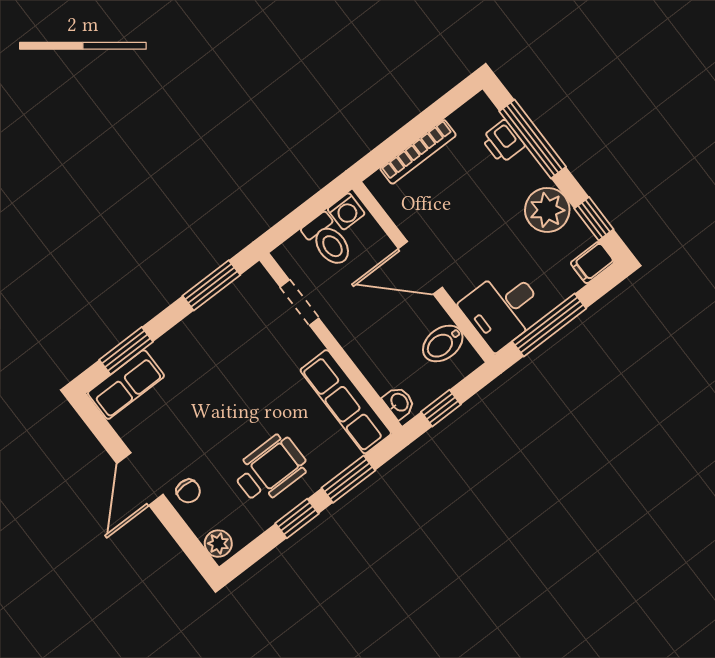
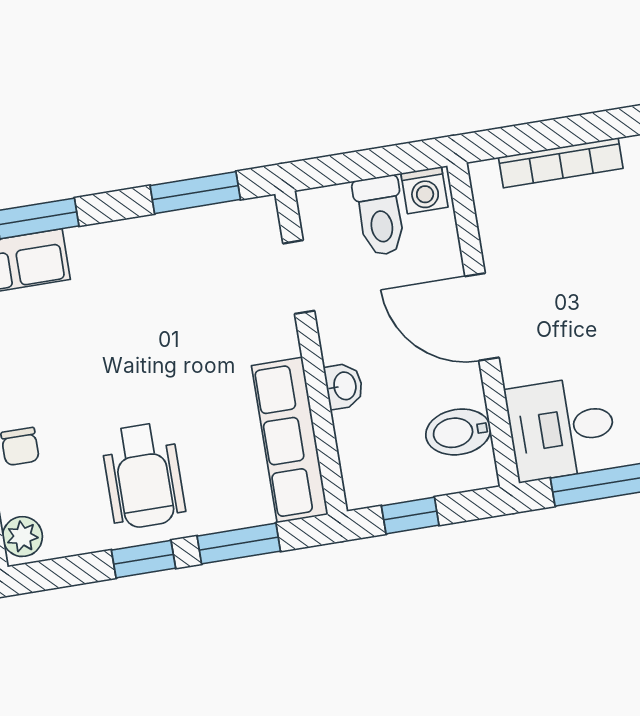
washbasin: (399, 403) -> (344, 386), moved
wheelchair: (270, 469) -> (143, 476), turned 90

